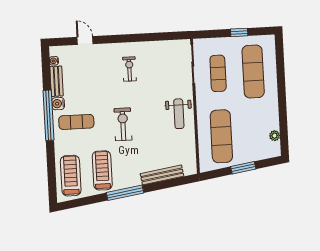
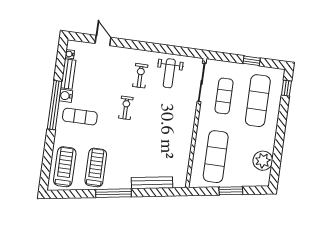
window: (280, 53) -> (286, 88), added
weight bench: (179, 114) -> (169, 73), moved
exercise bike: (123, 124) -> (126, 108), moved, width x0.73, depth x0.72
plant: (275, 136) -> (263, 161), width x1.87, depth x1.87

